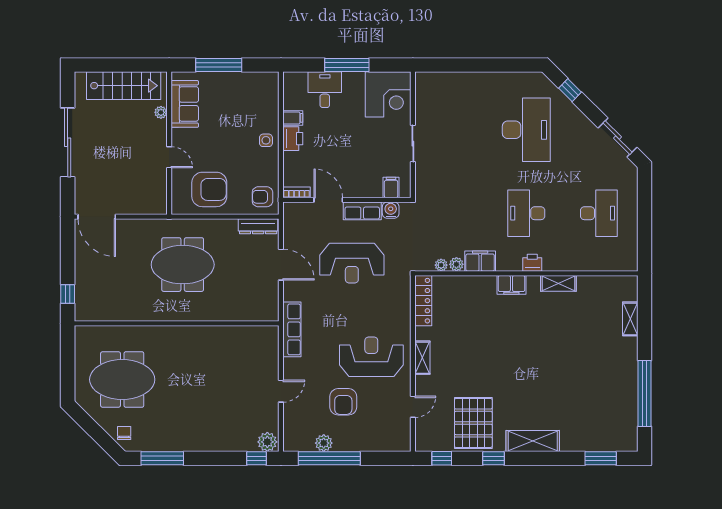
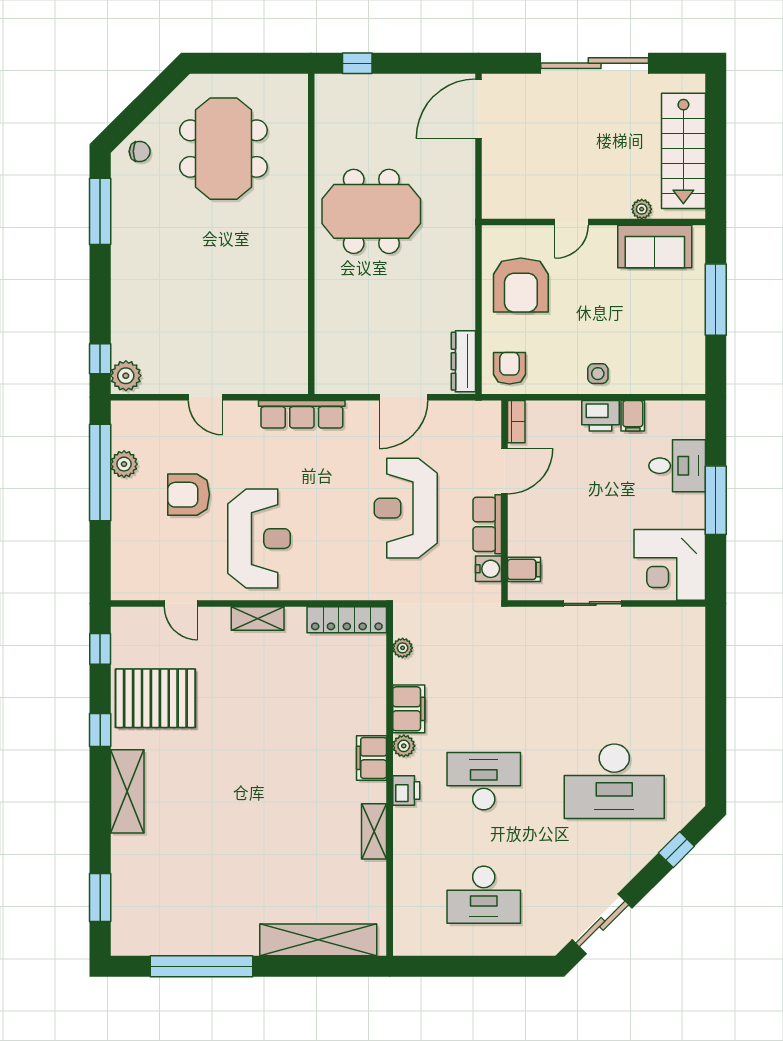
plant: (456, 264) -> (404, 746), moved
meeting table: (183, 265) -> (371, 211), moved, turned 90
shelving: (630, 319) -> (318, 940), width x2.20, depth x1.33

